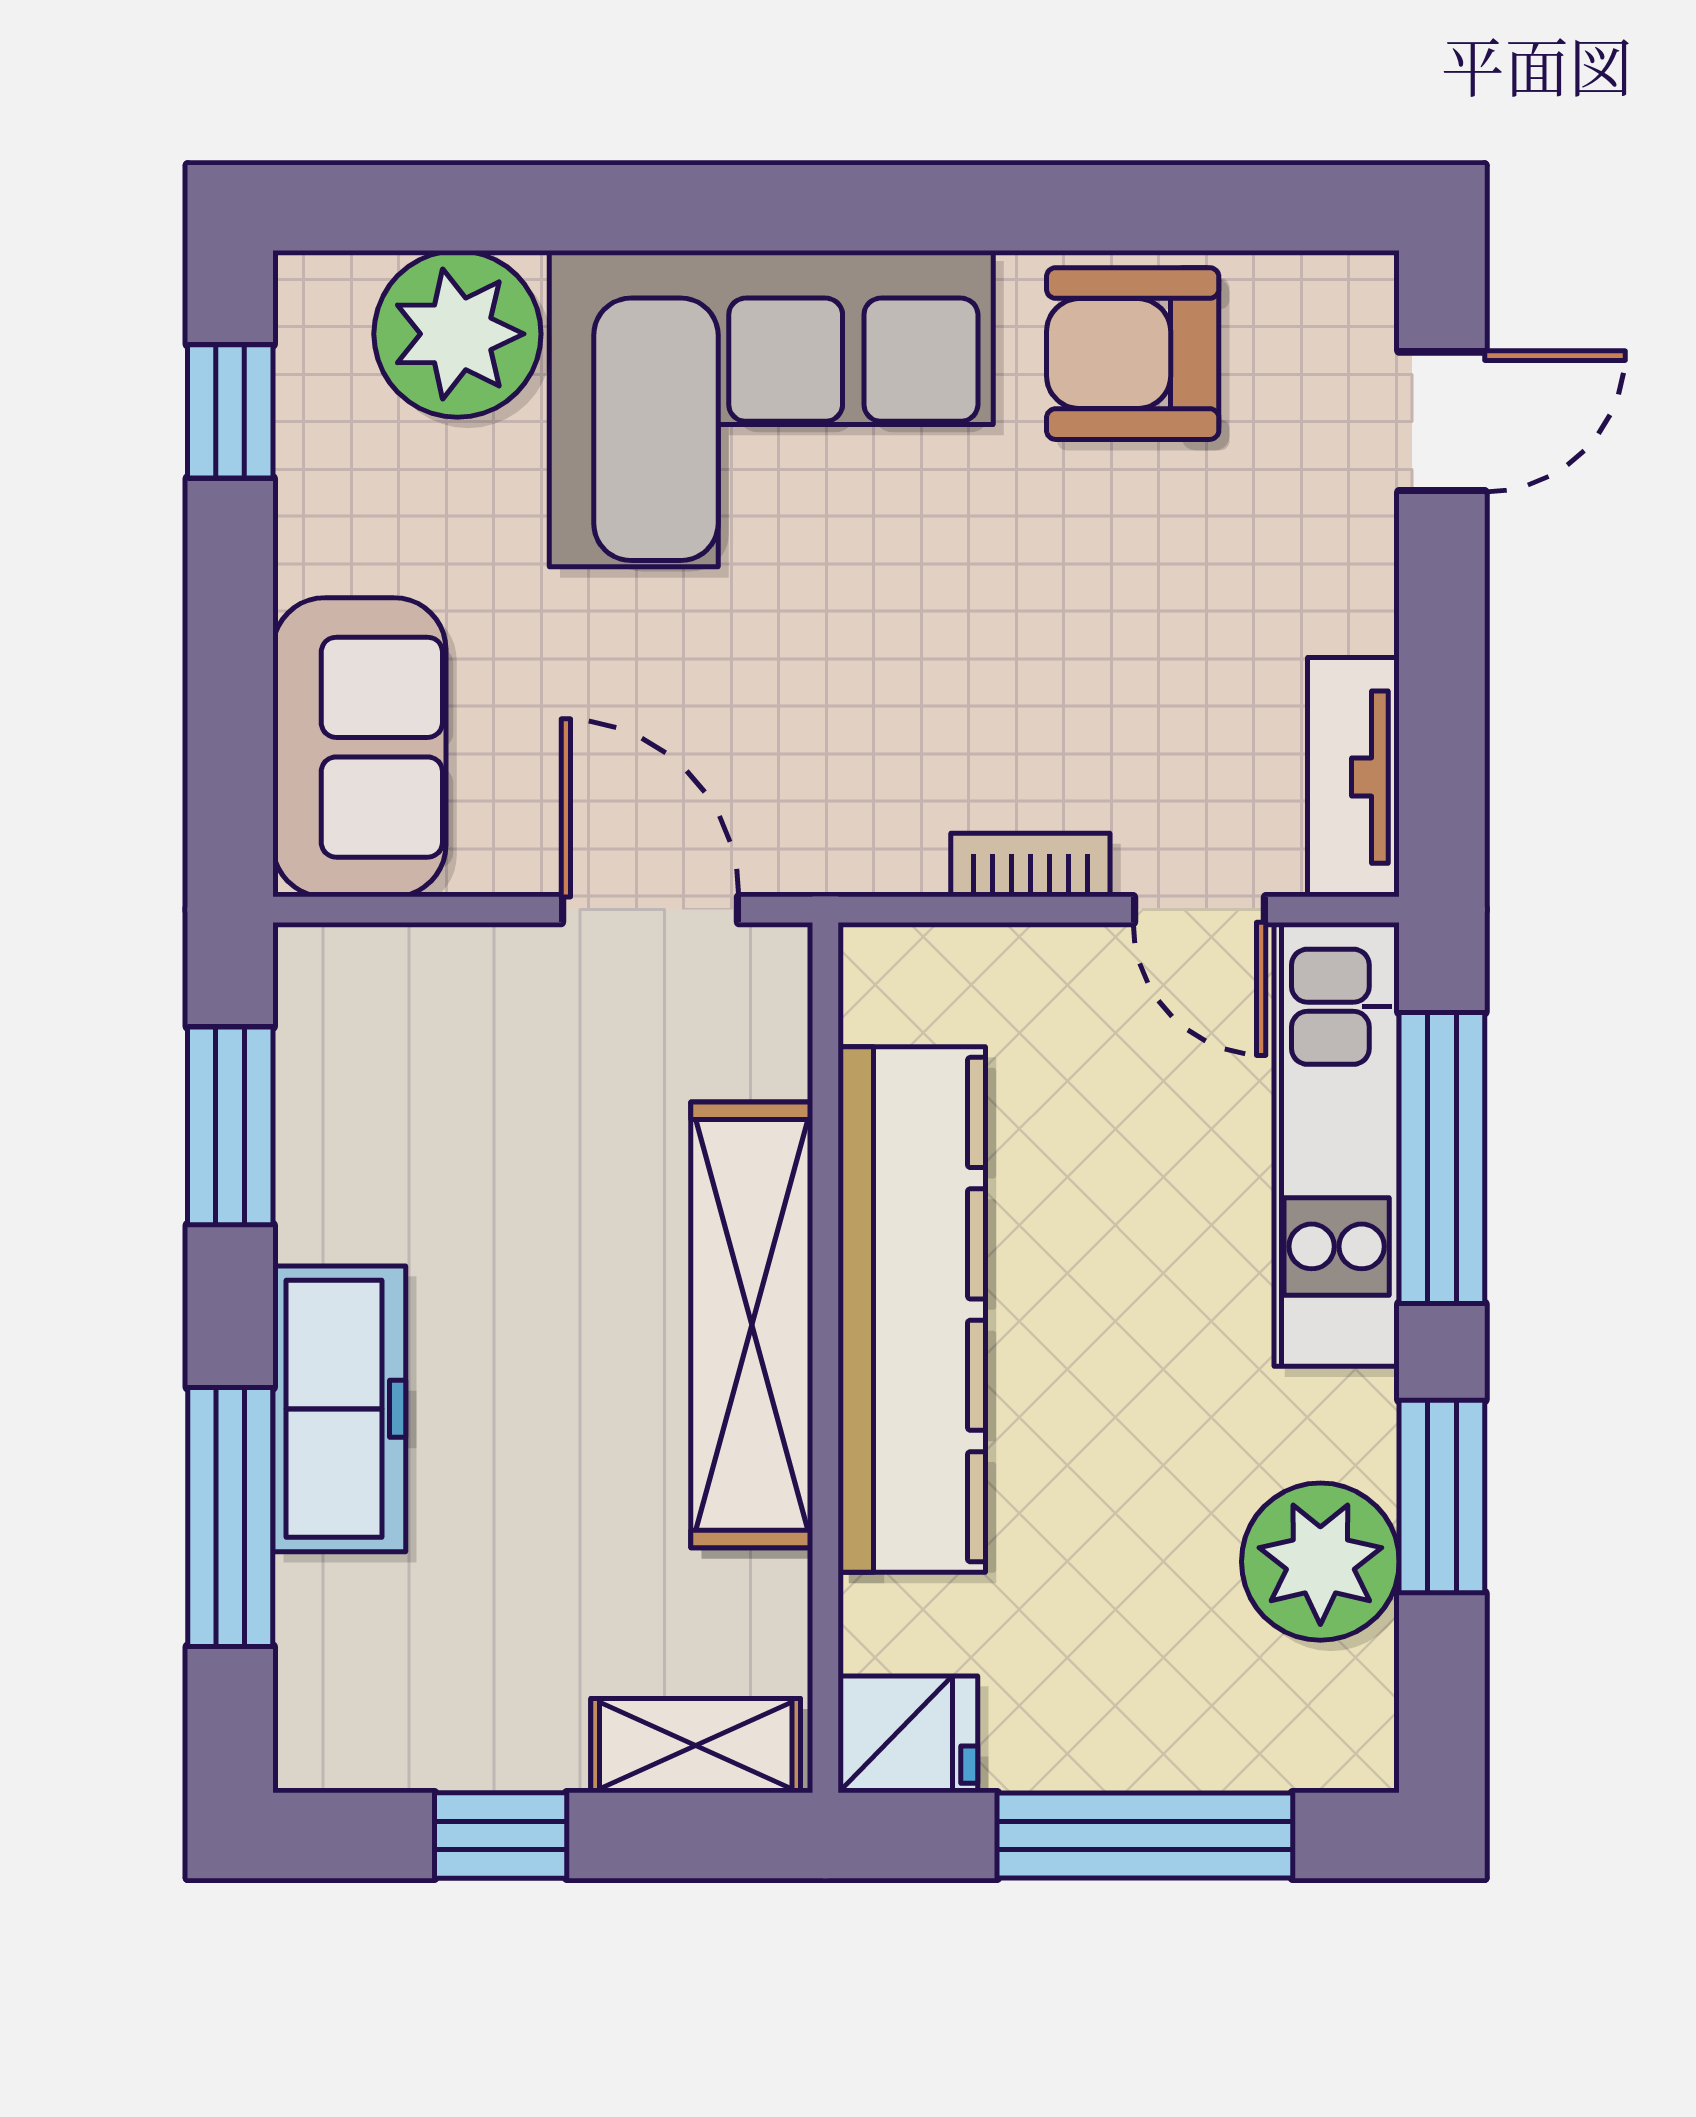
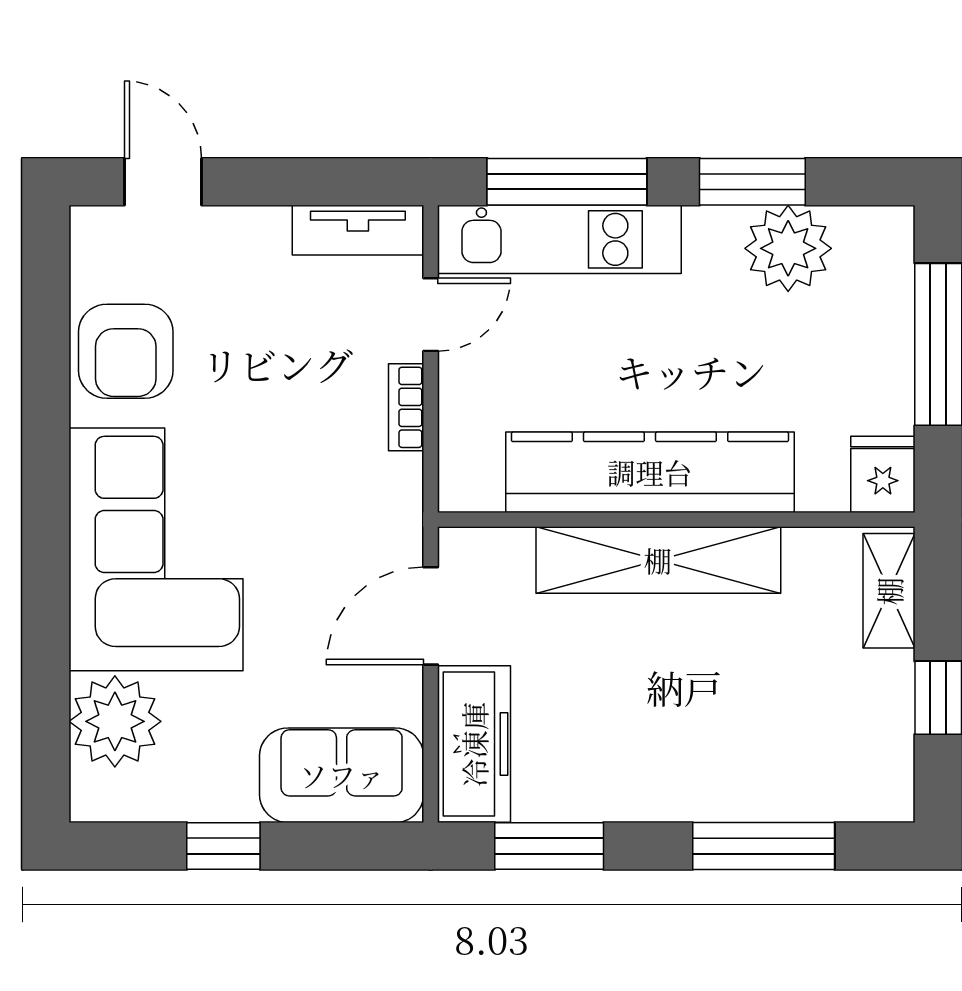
window: (230, 411) -> (223, 846), moved
freezer: (339, 1409) -> (474, 744), moved, turned 90

